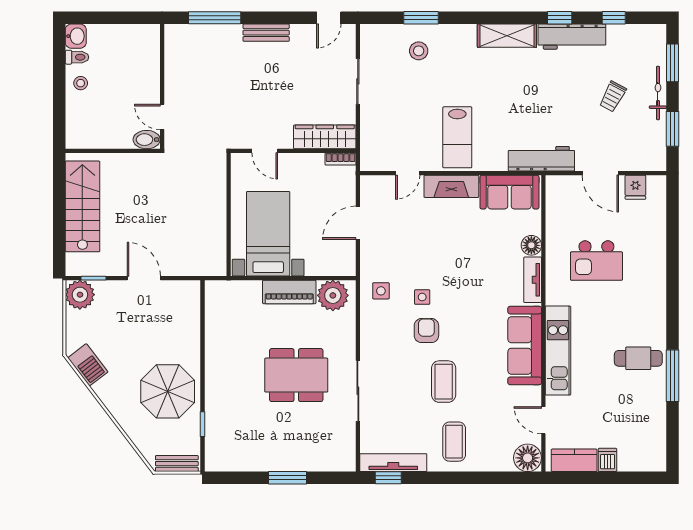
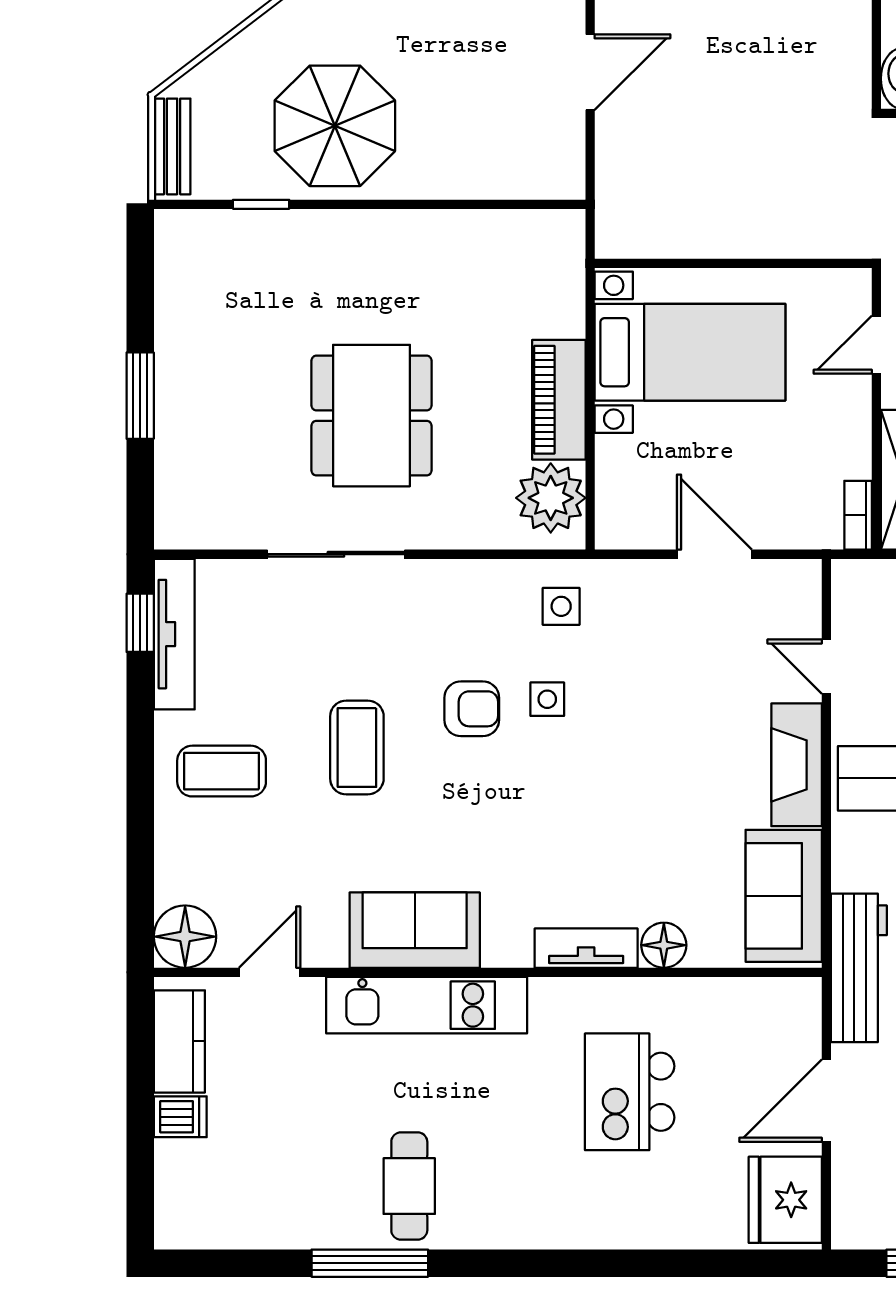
fridge: (635, 187) -> (785, 1200), width x1.88, depth x1.34
sofa: (525, 345) -> (415, 930), width x0.73
coffee table: (444, 382) -> (357, 748), turned 90

